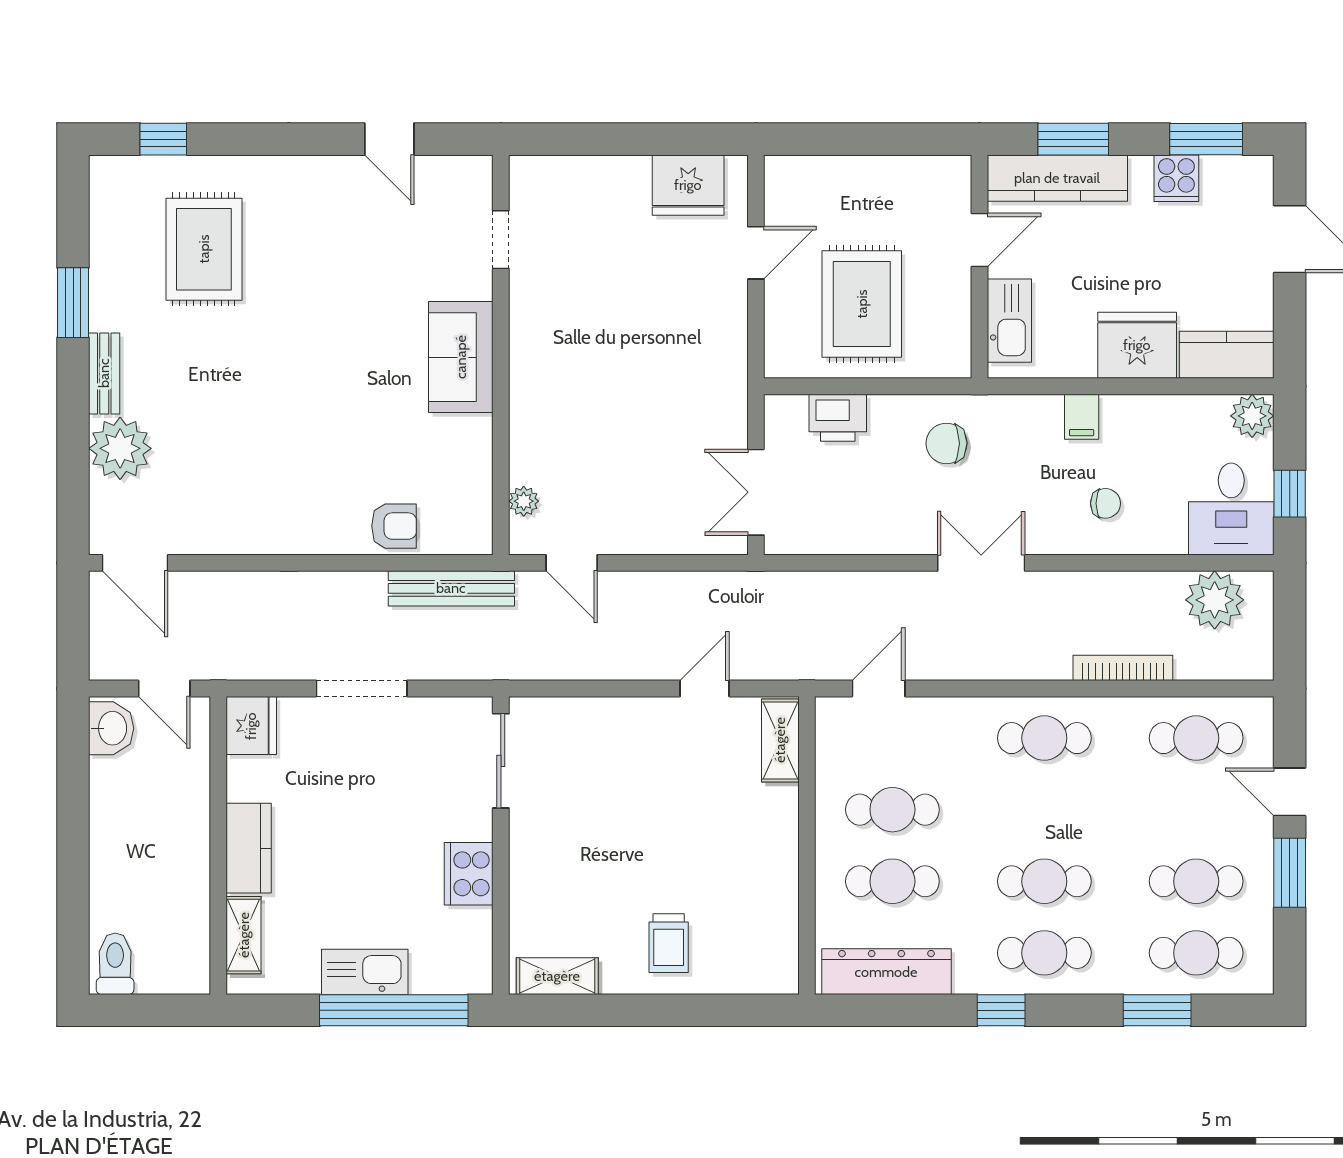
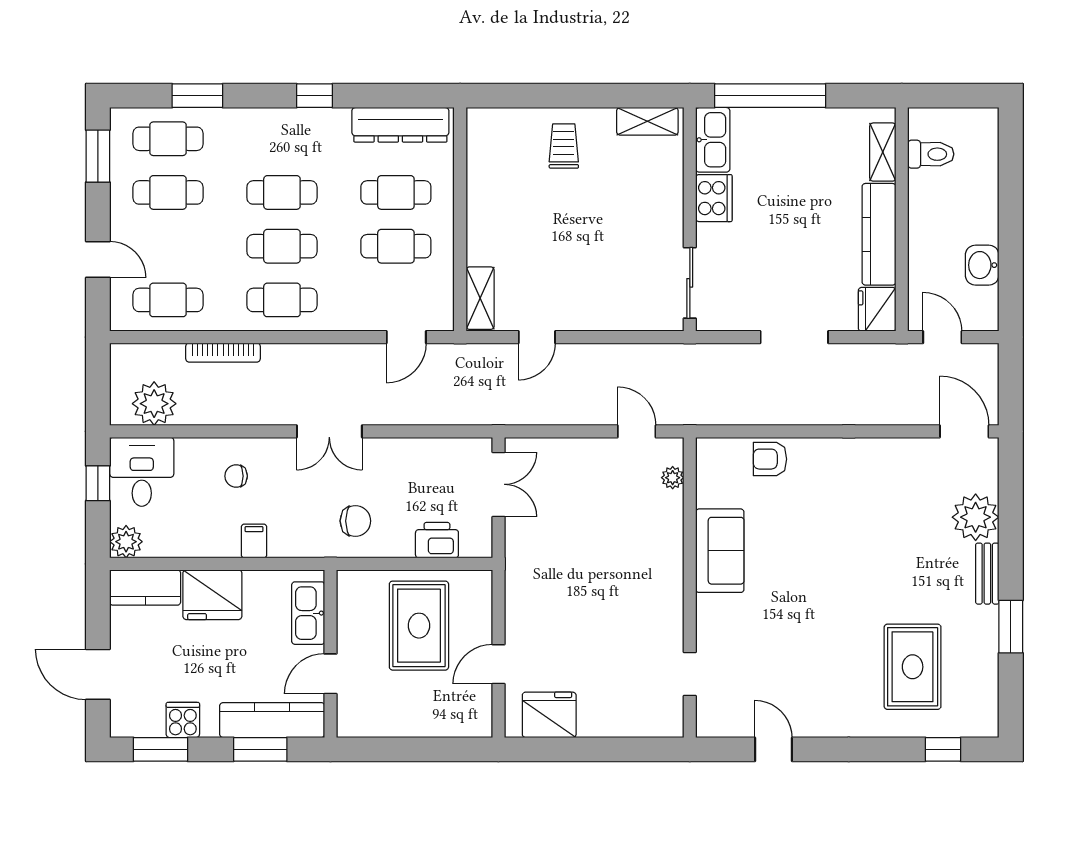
sofa: (461, 357) -> (720, 551), moved
bench: (451, 588) -> (727, 412), removed
washbasin: (111, 728) -> (982, 265), moved
kitchen counter: (249, 848) -> (879, 234), width x1.50
window: (1290, 873) -> (98, 156), moved
cafe table: (1044, 953) -> (282, 246), moved
toilet: (115, 964) -> (931, 154), moved, turned -90
kitchen sink: (365, 972) -> (713, 140), moved, turned -90

